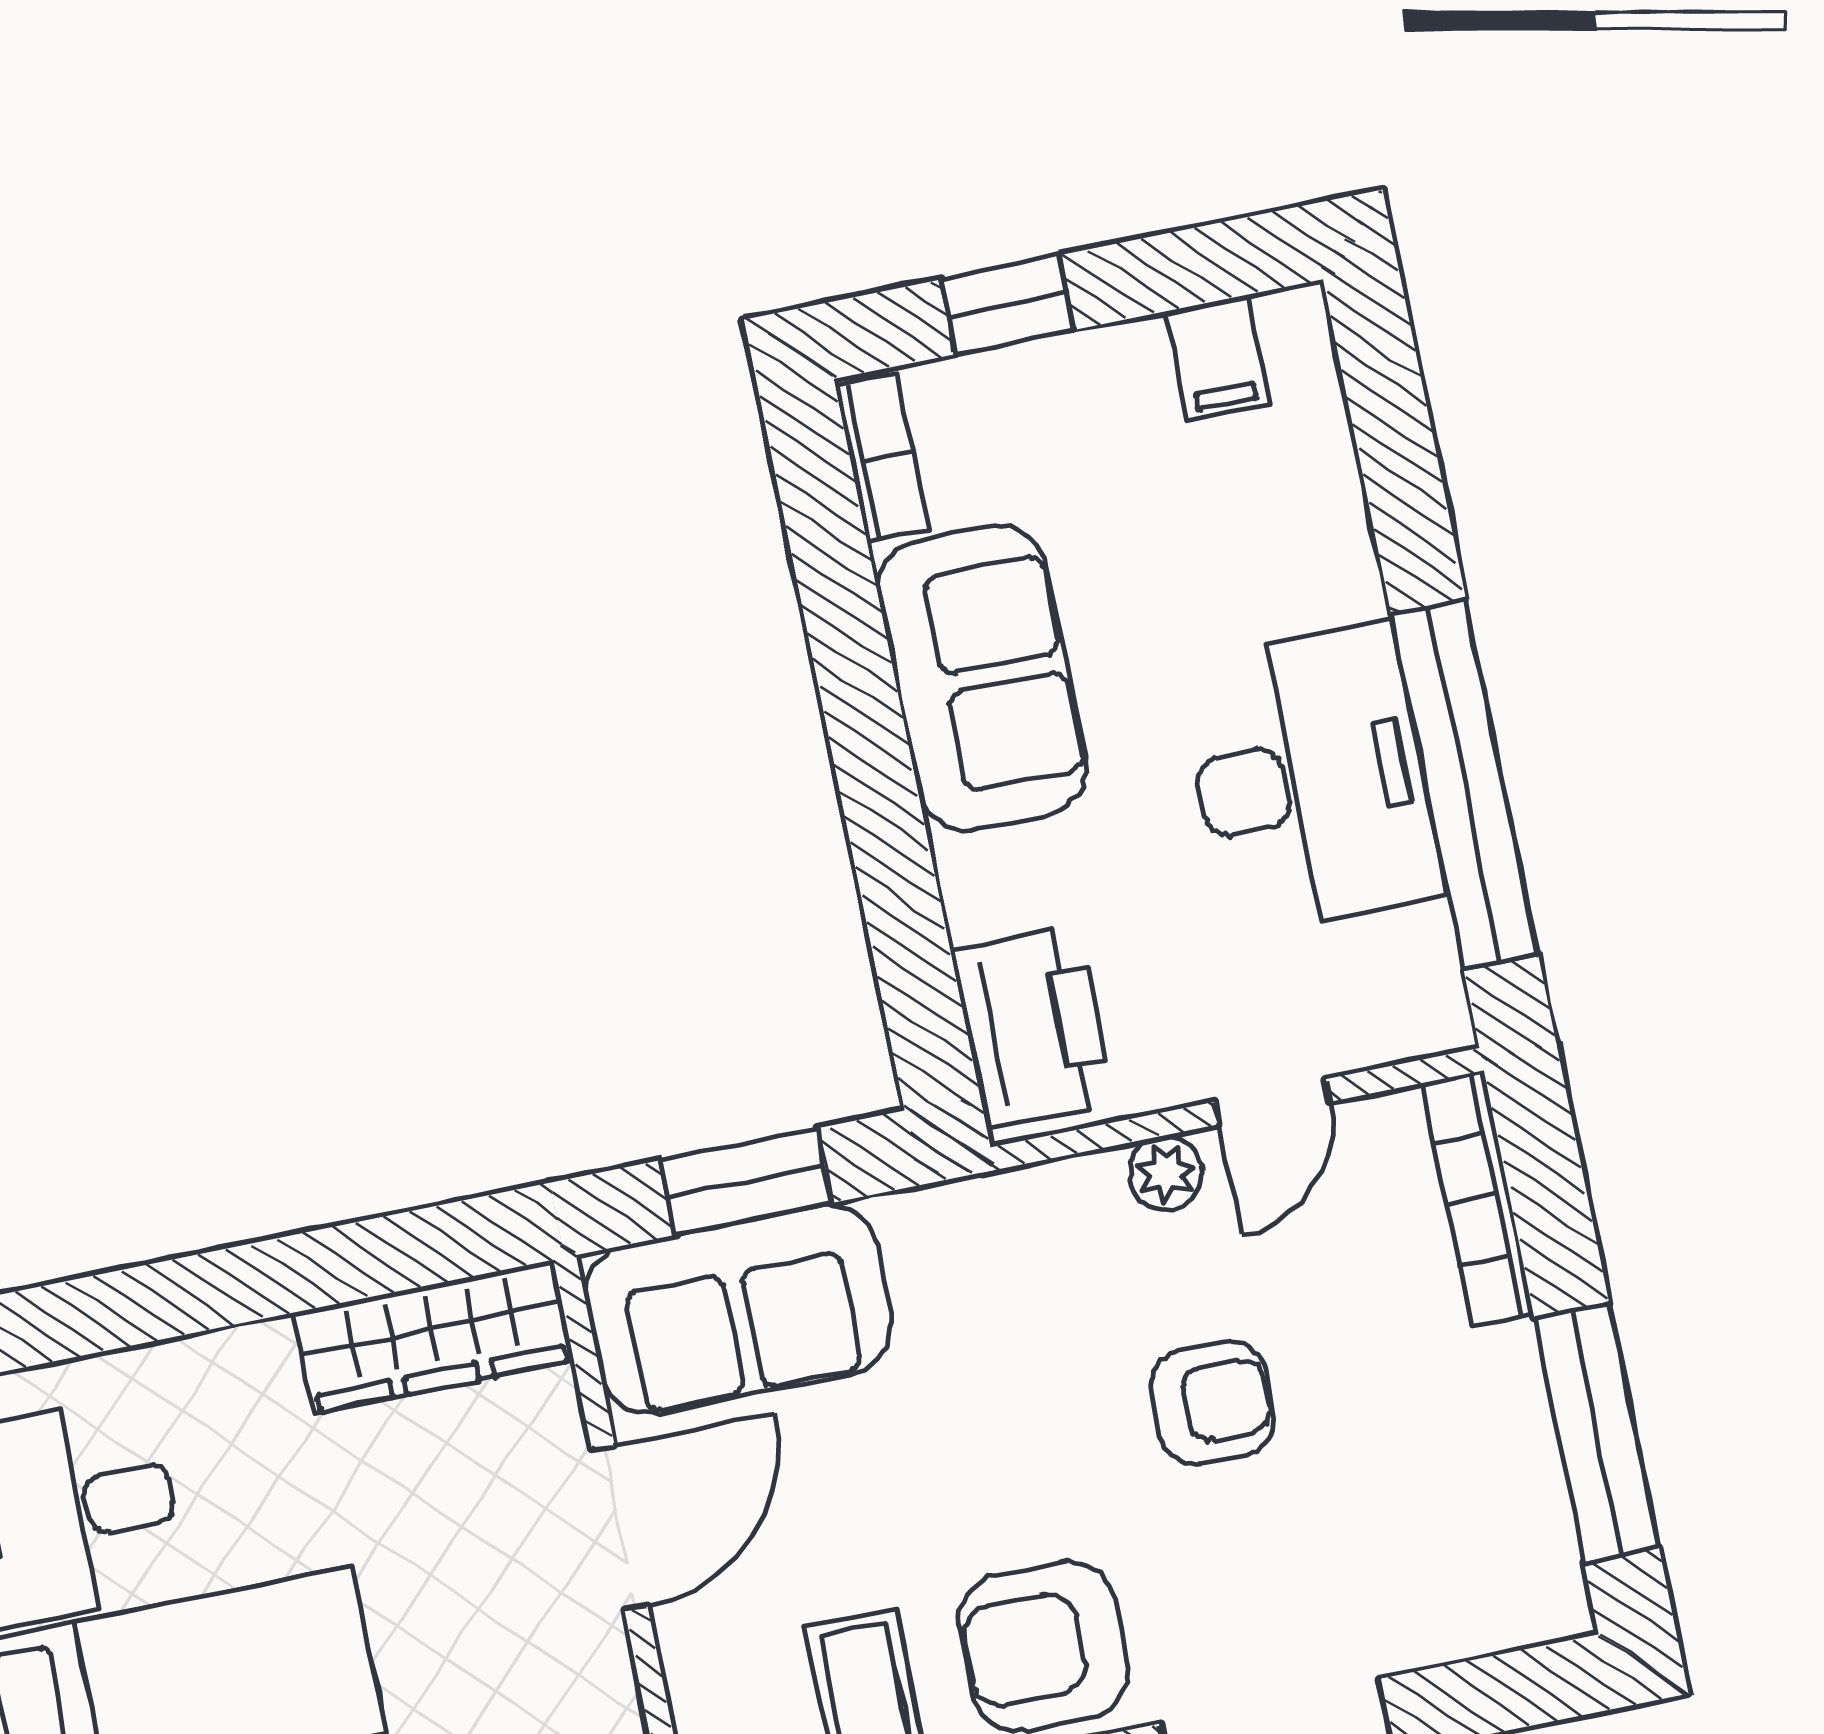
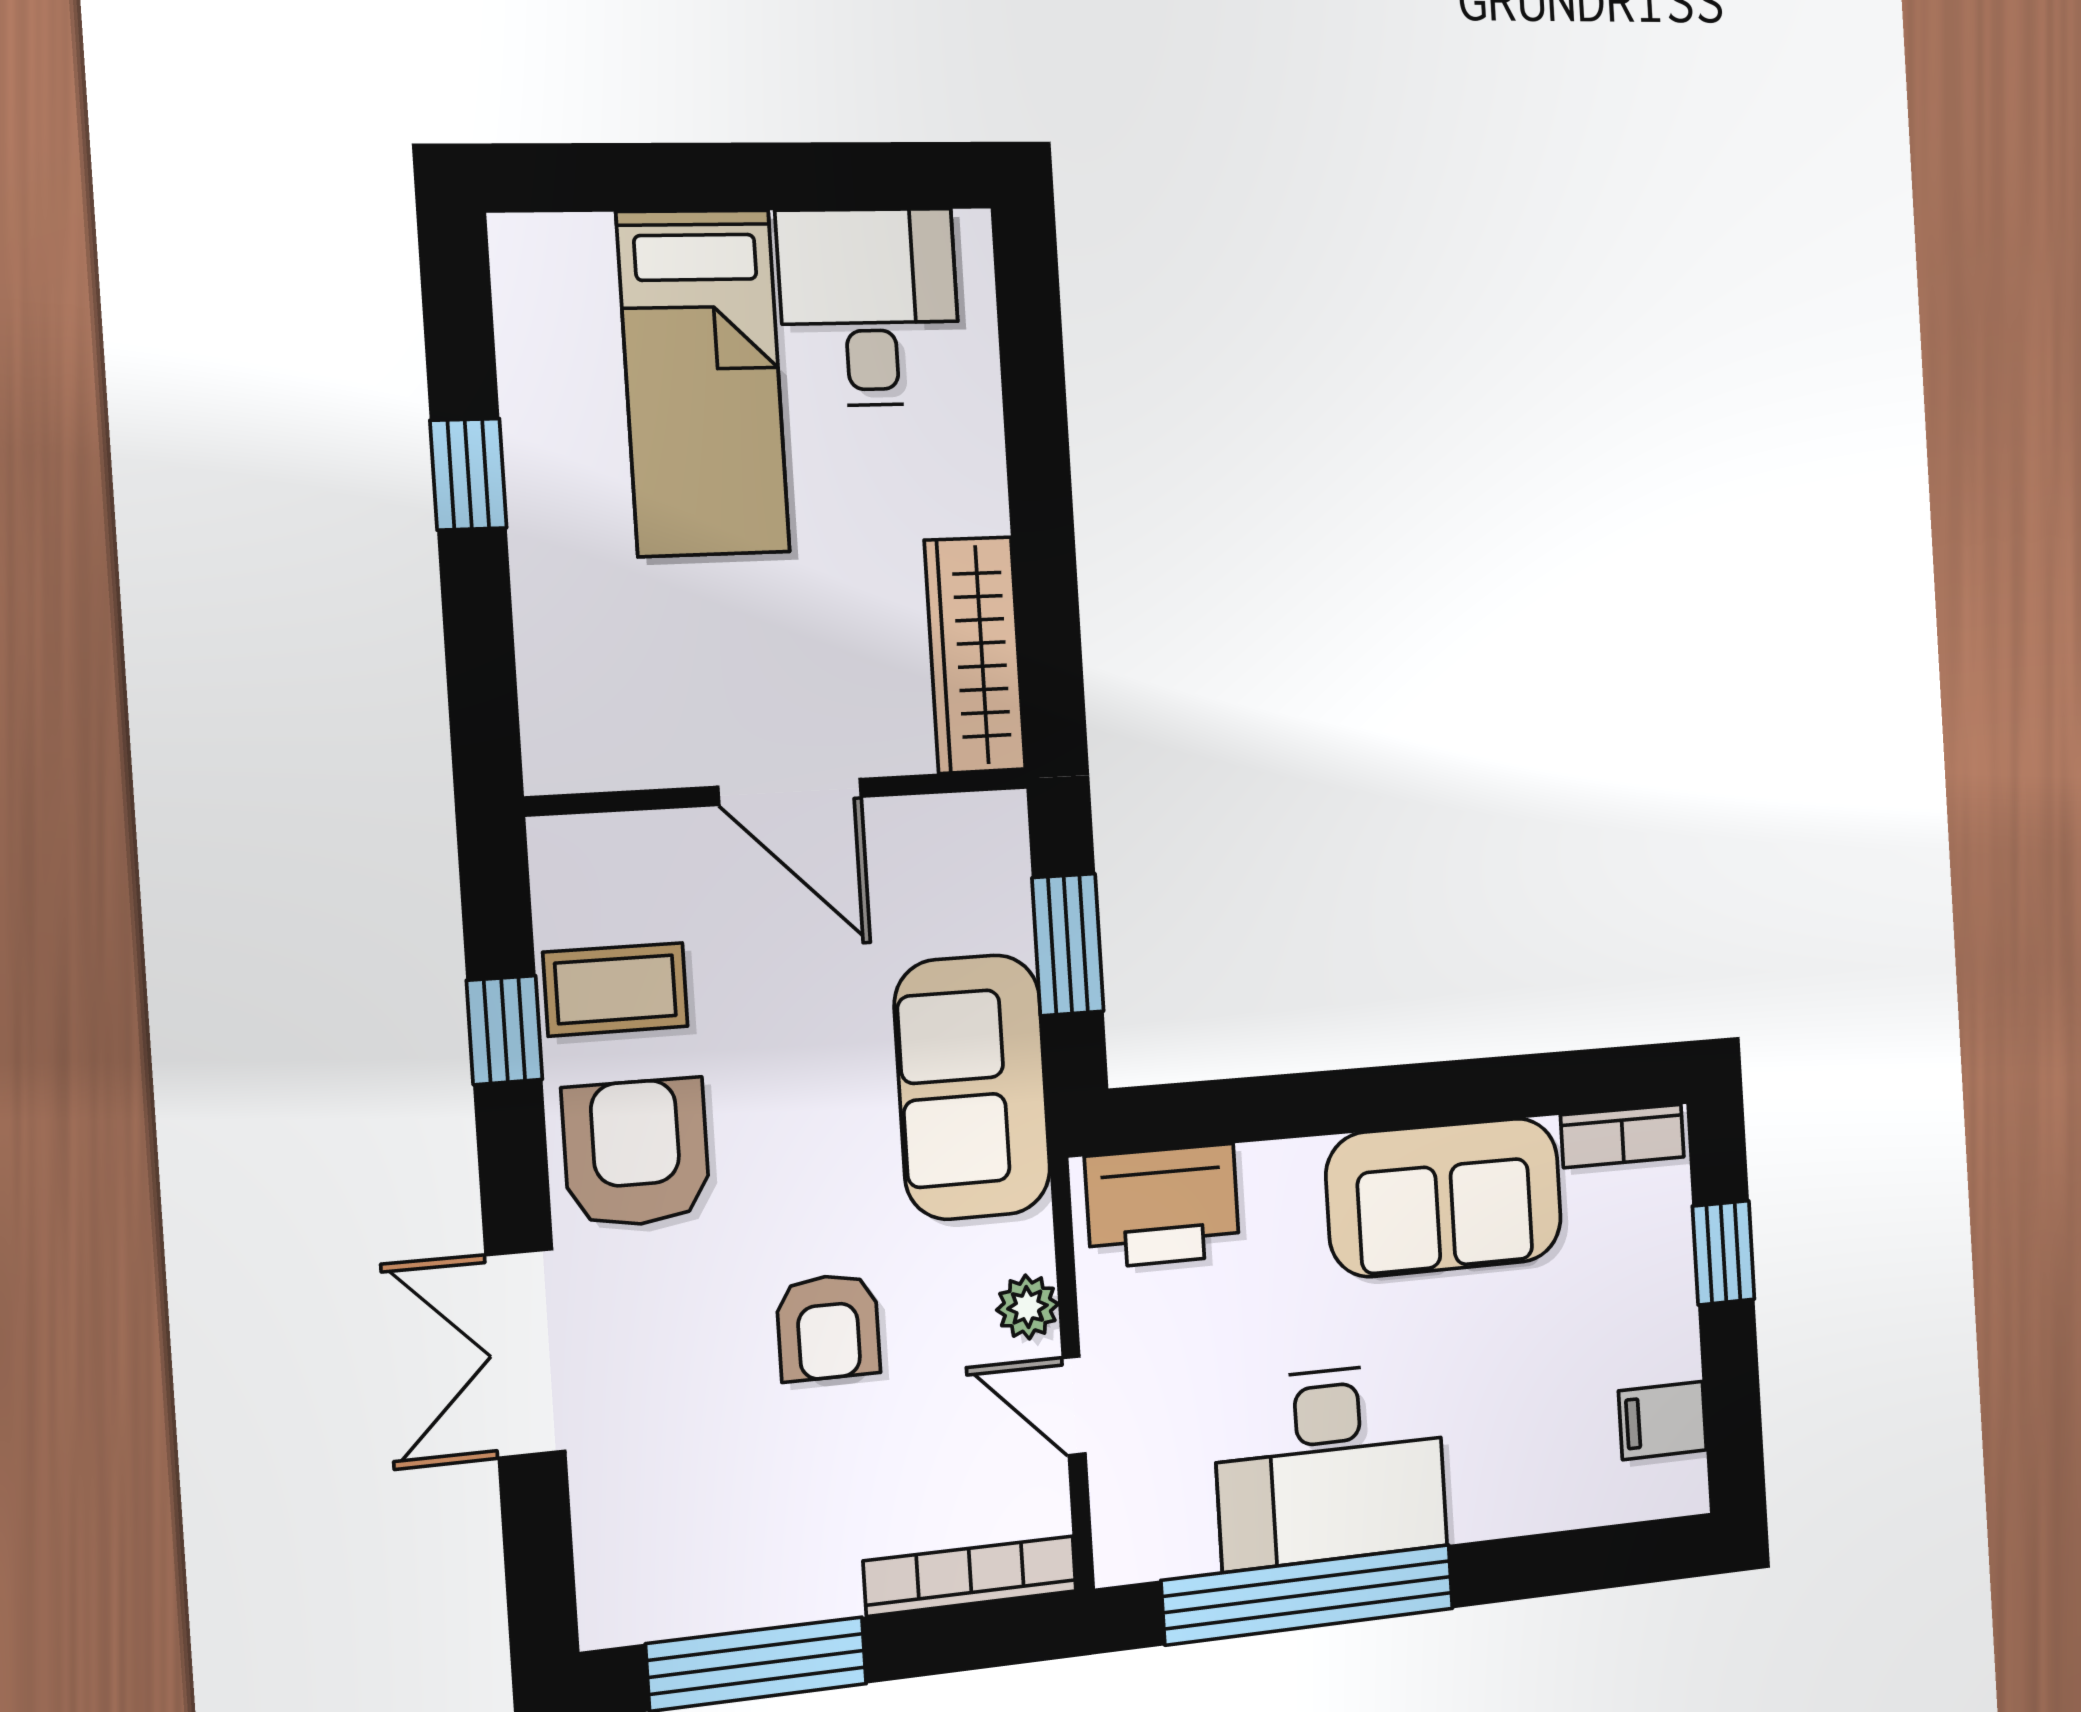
sofa: (739, 1310) -> (972, 1087), moved

